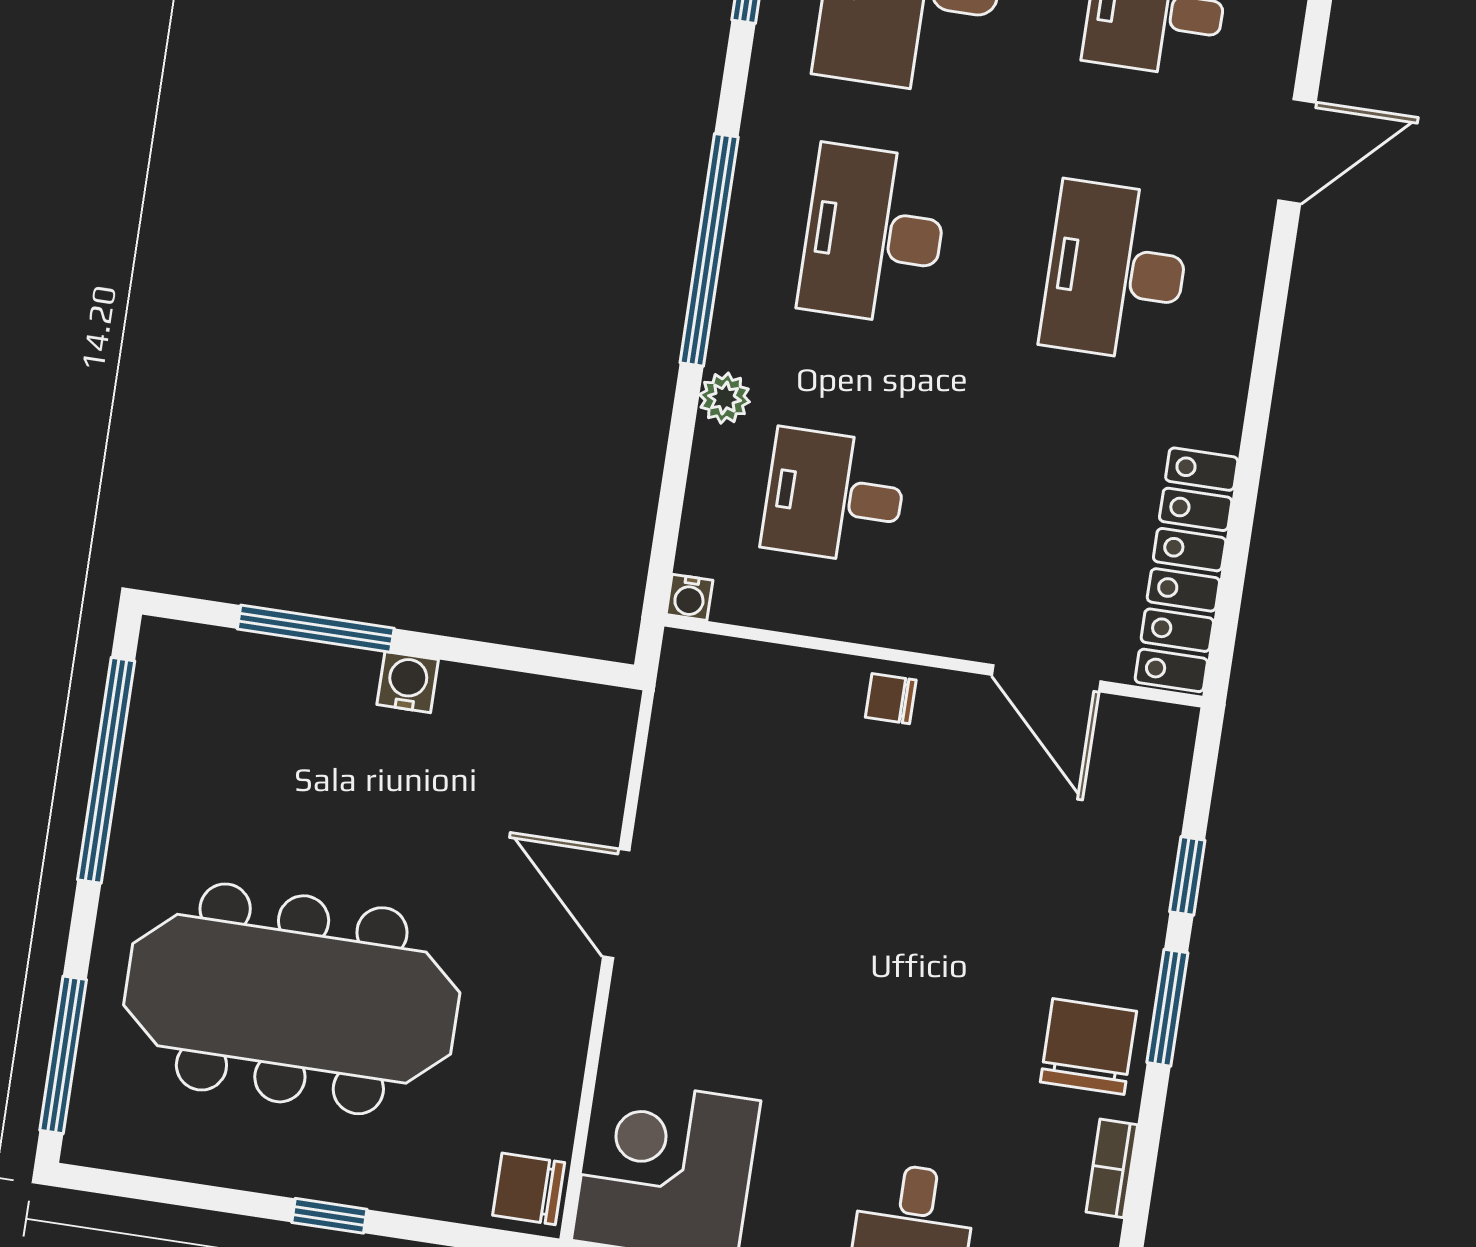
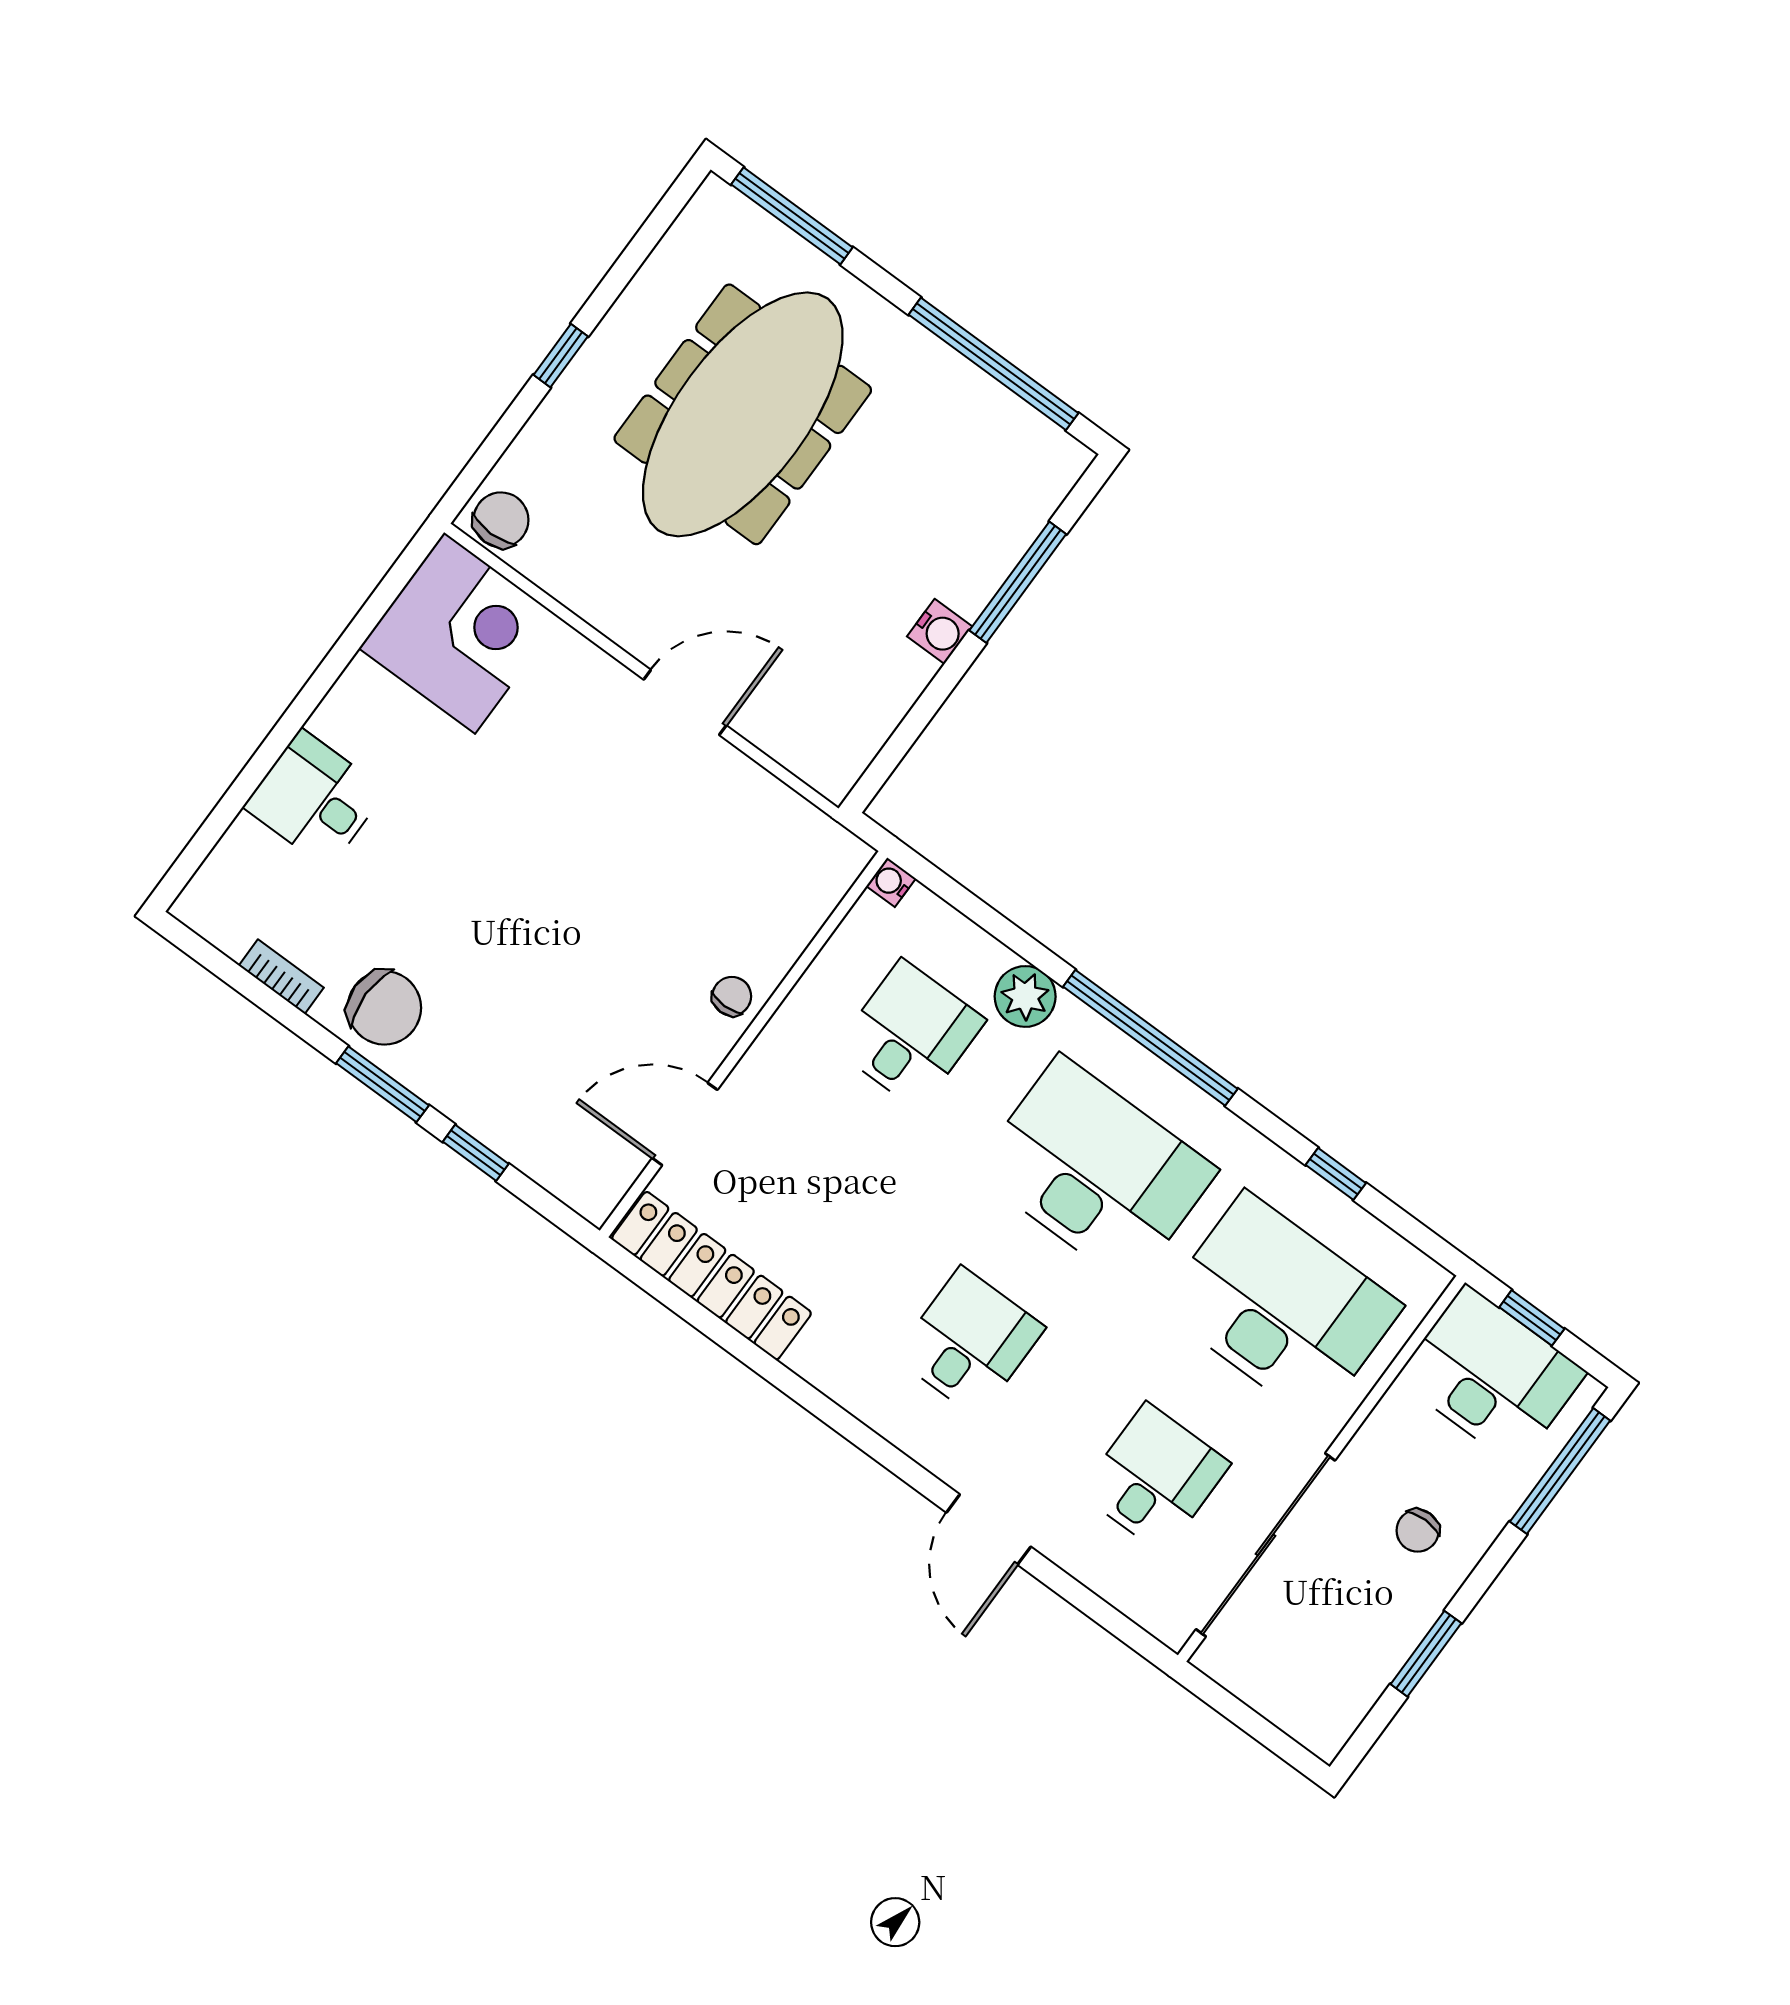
desk: (874, 235) -> (1095, 1171), width x1.36, depth x1.30
desk: (1116, 271) -> (969, 1342), width x0.73
plant: (725, 398) -> (1025, 996), width x1.38, depth x1.38

